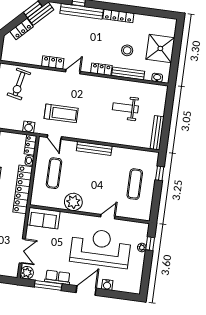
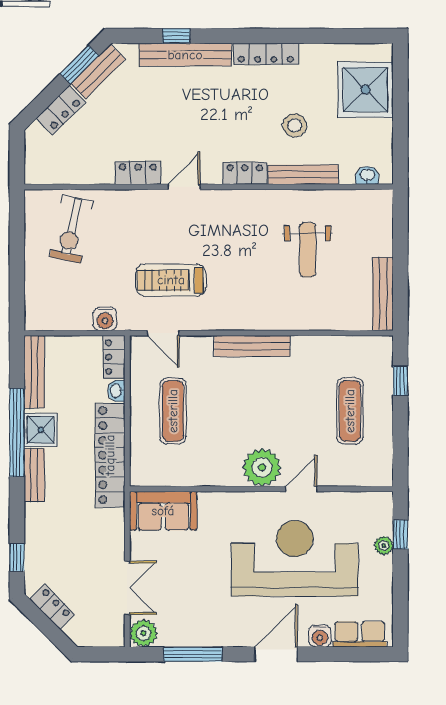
shower: (160, 48) -> (365, 90), moved
weight bench: (125, 108) -> (308, 250), turned -90
treadmill: (61, 113) -> (171, 280), turned 180
plant: (73, 202) -> (262, 467), moved
row of seats: (58, 277) -> (360, 634), moved

